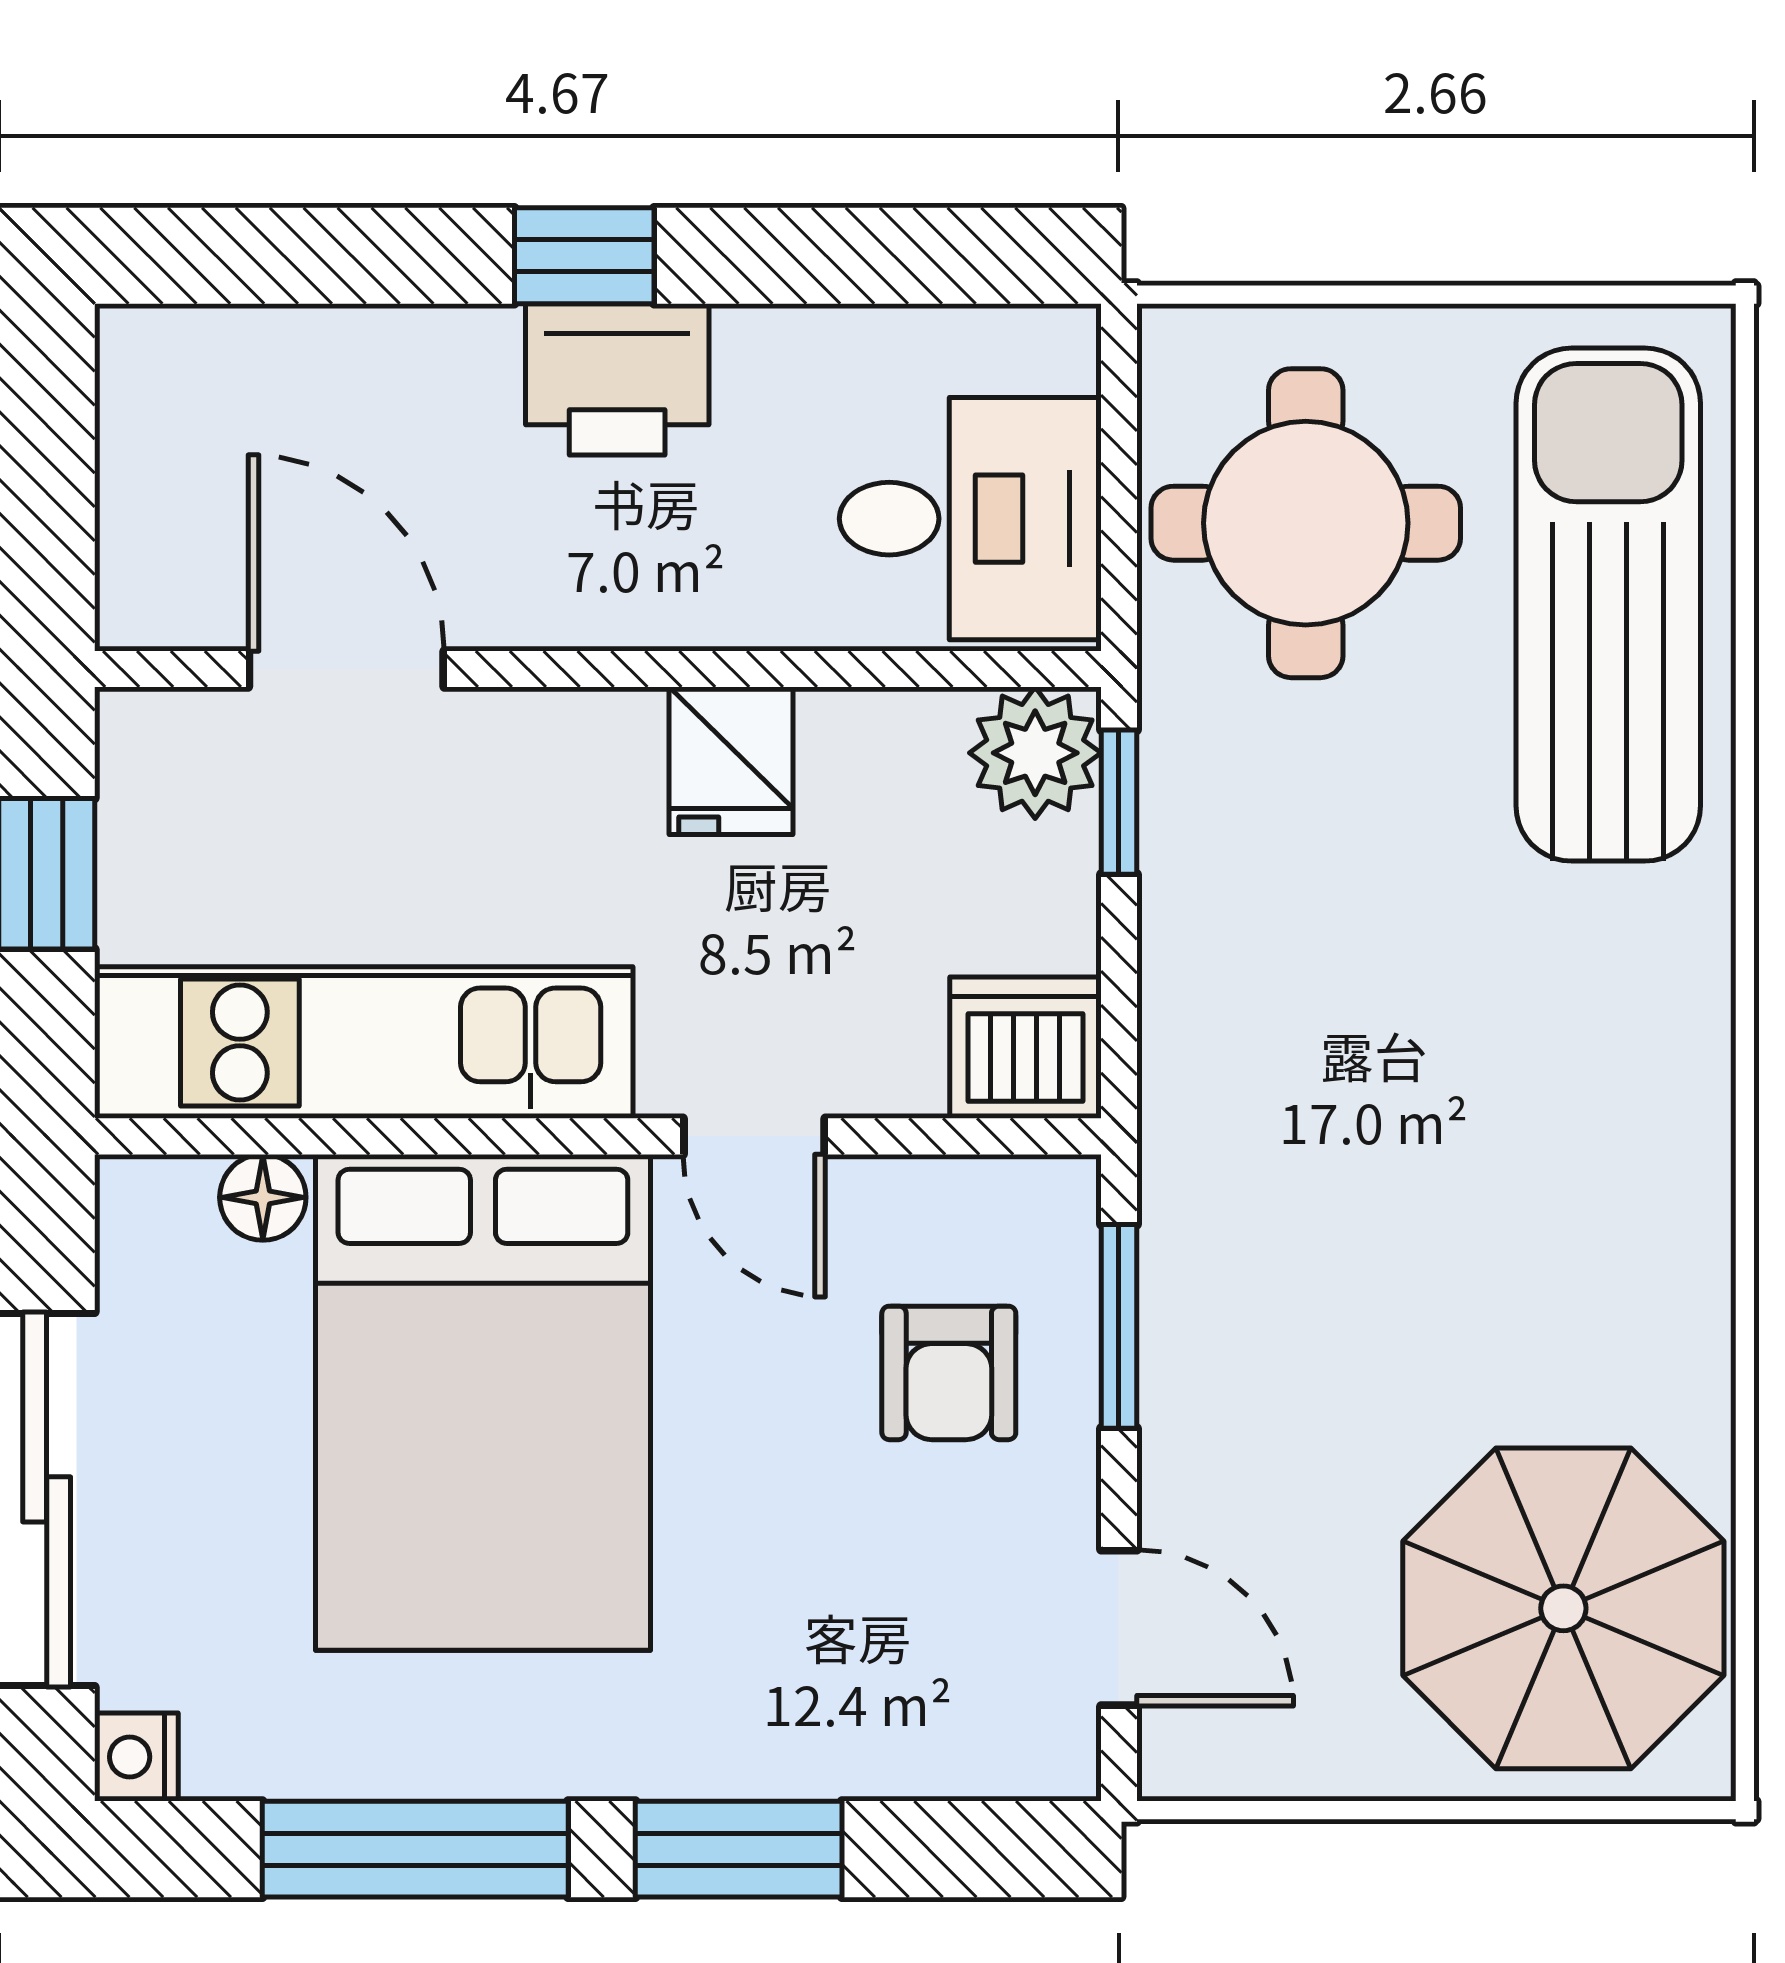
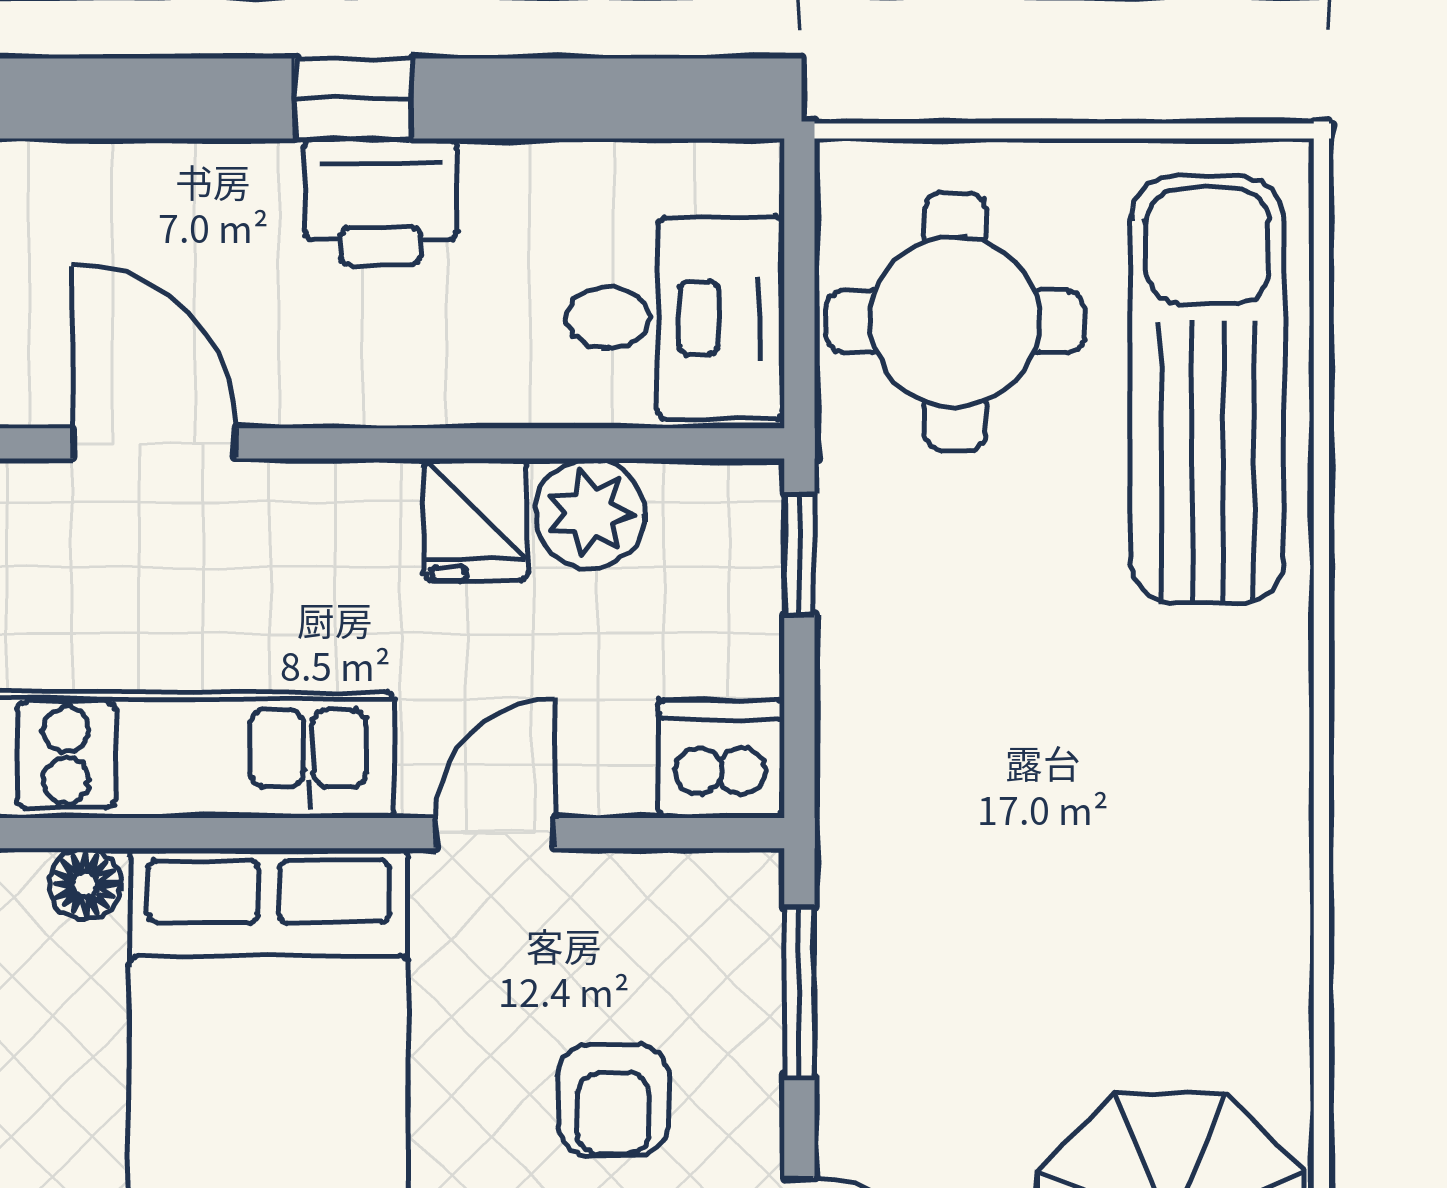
plant: (1035, 753) -> (590, 513), moved
door: (754, 1136) -> (495, 833), swing flipped
armchair: (949, 1373) -> (613, 1100), moved

